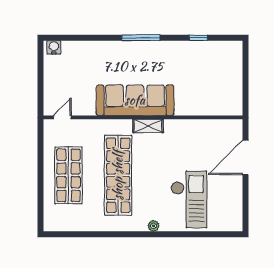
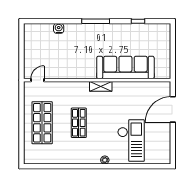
water cooler: (54, 47) -> (59, 28), moved
sofa: (135, 100) -> (125, 67), moved
shop shelf: (118, 175) -> (79, 123), width x0.50, depth x0.74

